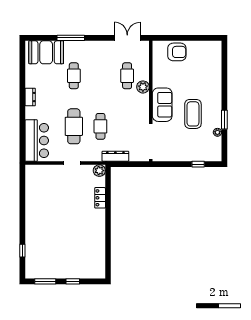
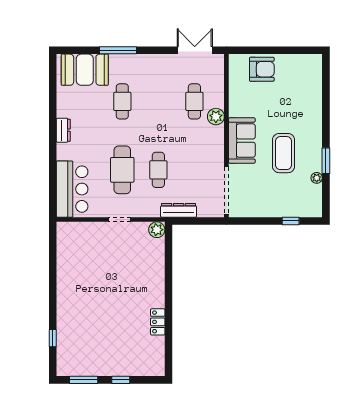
locker: (100, 198) -> (158, 322), moved

